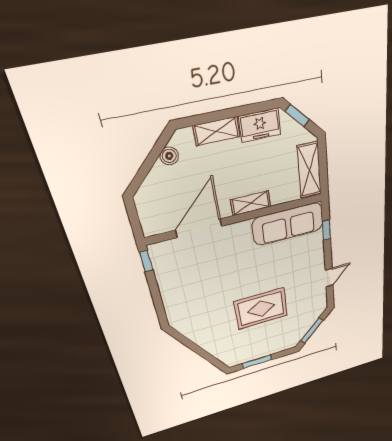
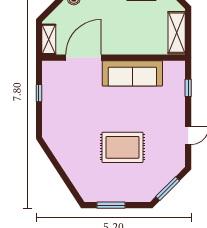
shelving: (251, 203) -> (49, 39), moved, turned 90
sofa: (288, 224) -> (132, 73), moved
window: (146, 261) -> (39, 93), moved

